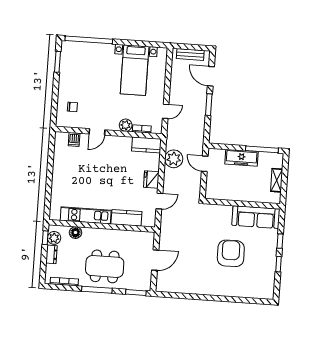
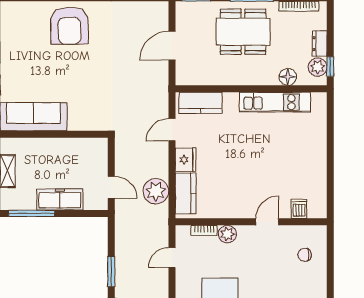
kitchen counter: (146, 145) -> (186, 193), moved, turned 90
kitchen counter: (126, 218) -> (200, 103), moved
armchair: (231, 253) -> (69, 26), moved

